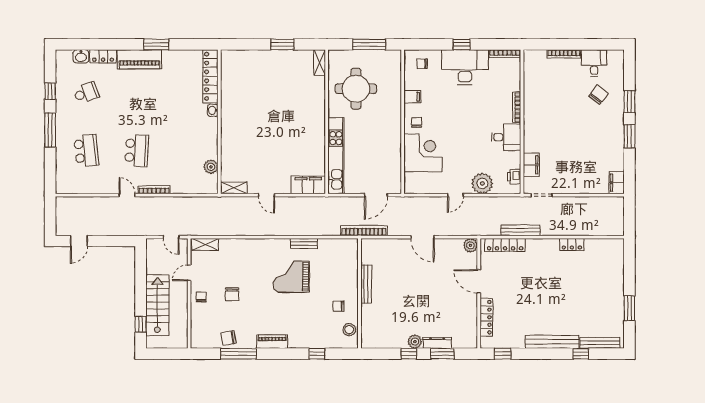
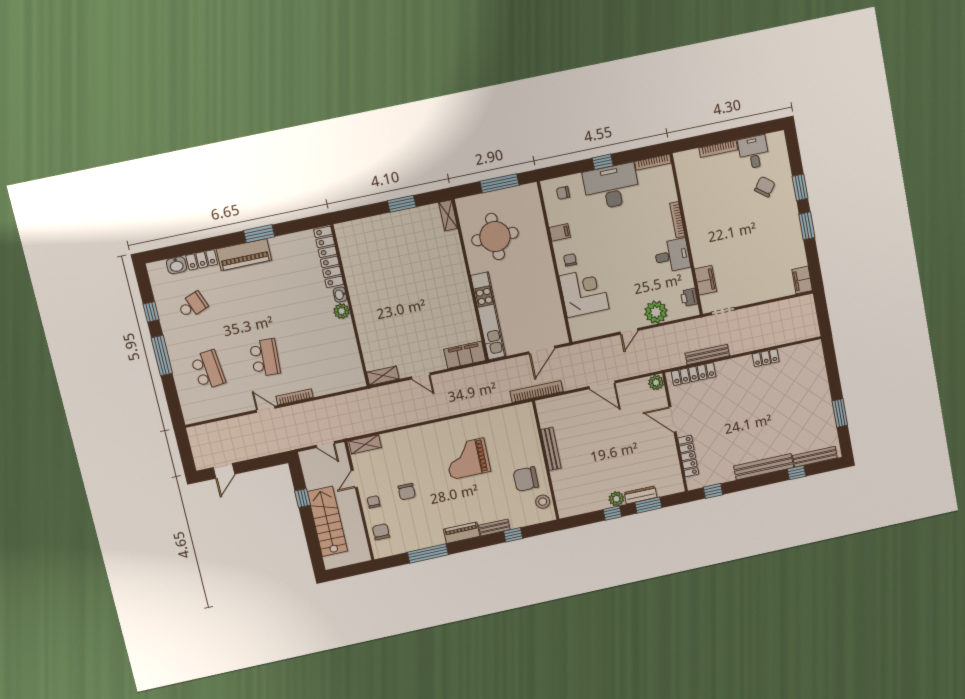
plant: (211, 167) -> (342, 311), moved
bench: (304, 244) -> (494, 527), moved
chair: (339, 306) -> (526, 479), width x1.87, depth x1.87
window: (141, 324) -> (302, 498), moved
chair: (229, 338) -> (381, 532), moved, turned 100

